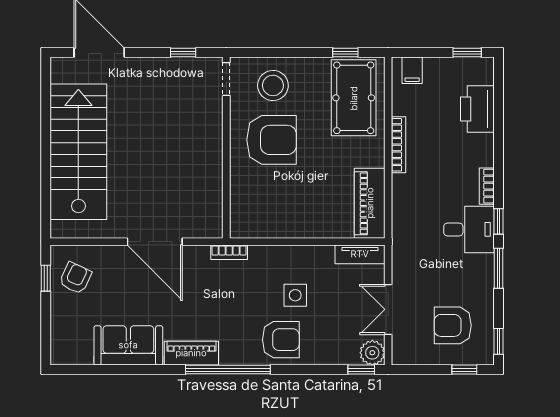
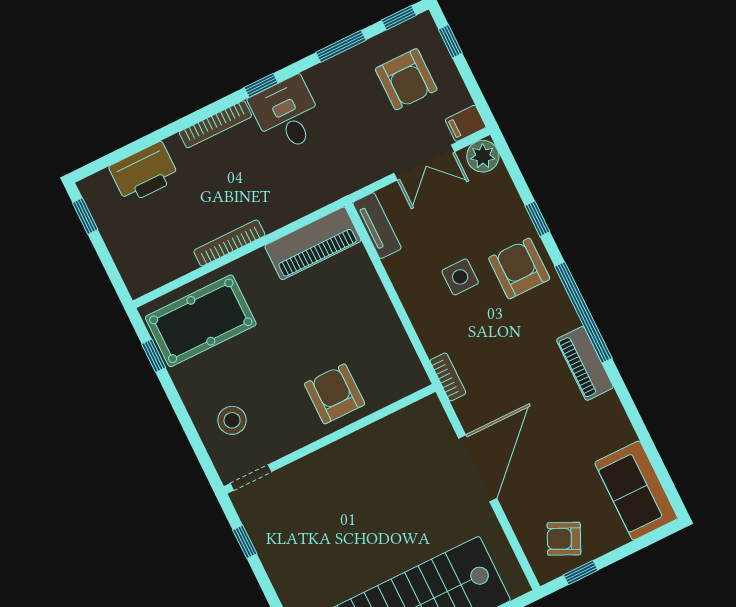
filing cabinet: (412, 70) -> (465, 123), moved, turned 180
stool: (273, 85) -> (232, 420), width x0.73, depth x0.73
armchair: (272, 140) -> (335, 394), moved, width x0.73, depth x0.73
bookcase: (487, 186) -> (215, 124), width x1.56
window: (499, 268) -> (341, 46), moved
sofa: (128, 345) -> (636, 490), moved
window: (361, 370) -> (537, 219), moved

